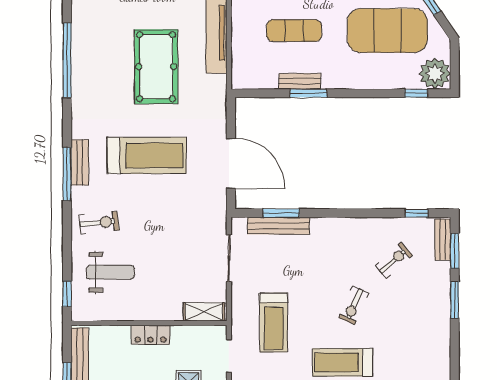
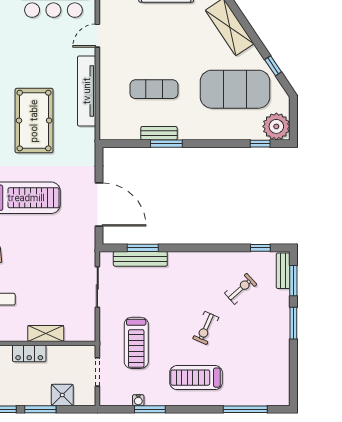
shelving: (204, 312) -> (46, 333), moved

